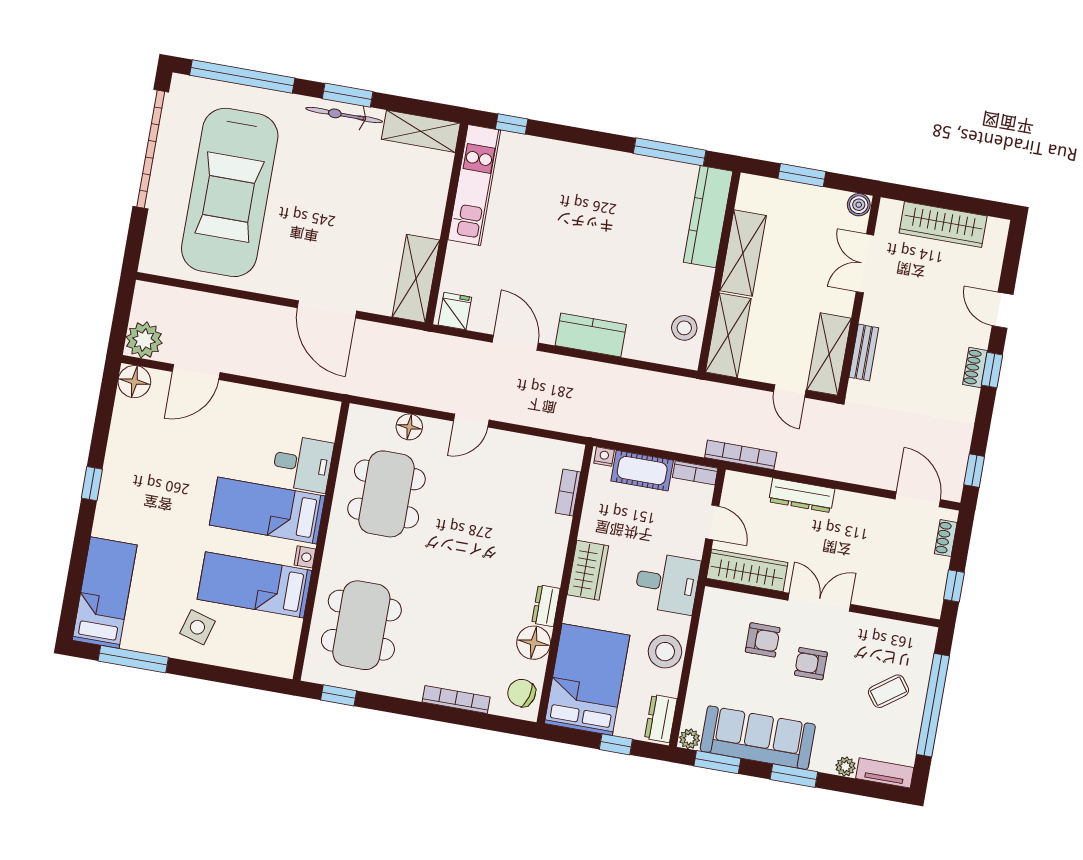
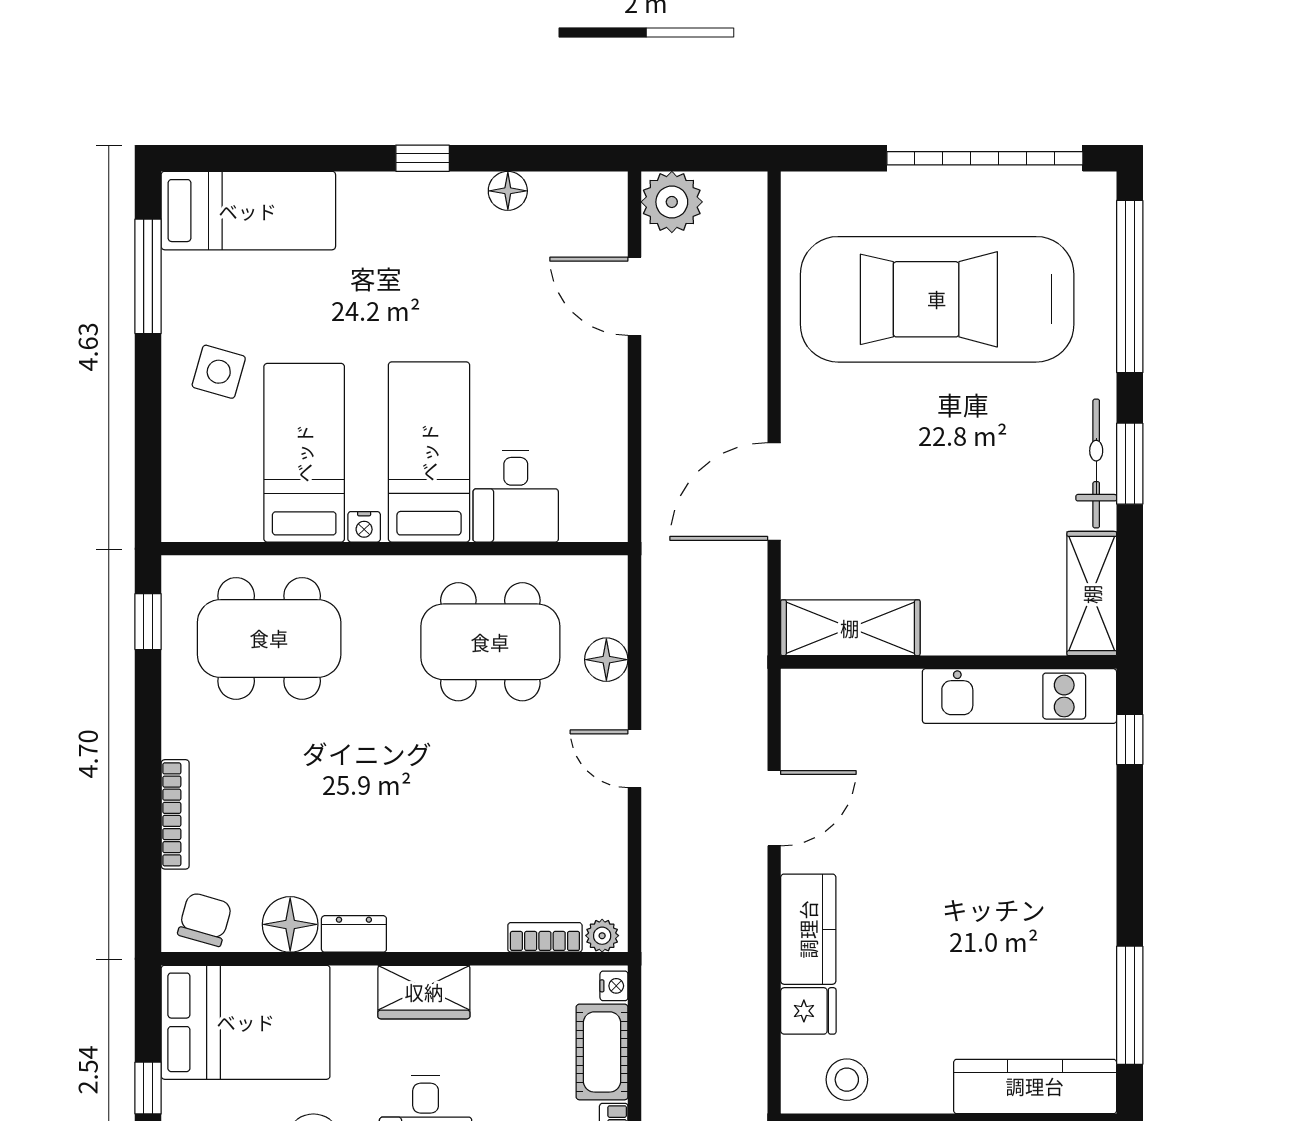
fridge: (455, 311) -> (808, 1011), moved
floor lamp: (134, 382) -> (508, 191), moved, width x0.73, depth x0.73
plant: (573, 458) -> (602, 936), added

